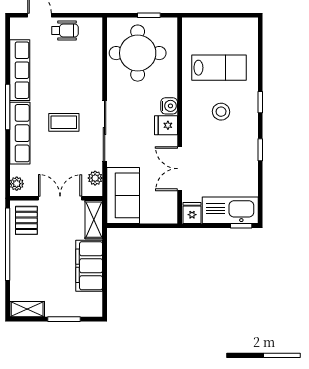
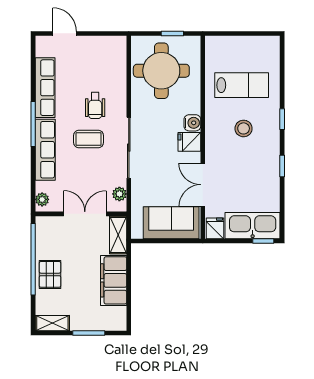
wheelchair: (65, 30) -> (95, 106), moved, turned 90
sofa: (123, 195) -> (171, 223), moved, turned -90
pallet: (26, 220) -> (50, 274), moved

